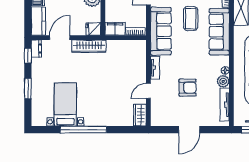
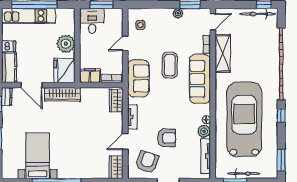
fridge: (93, 29) -> (64, 70), width x1.88, depth x1.34
sofa: (161, 31) -> (138, 78), width x0.73
door: (60, 38) -> (32, 85), swing flipped
wardrobe: (140, 52) -> (116, 100), added
armchair: (169, 110) -> (147, 162), added

